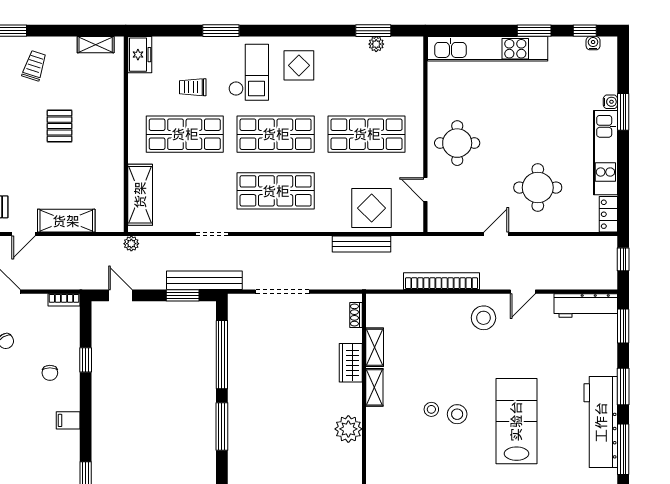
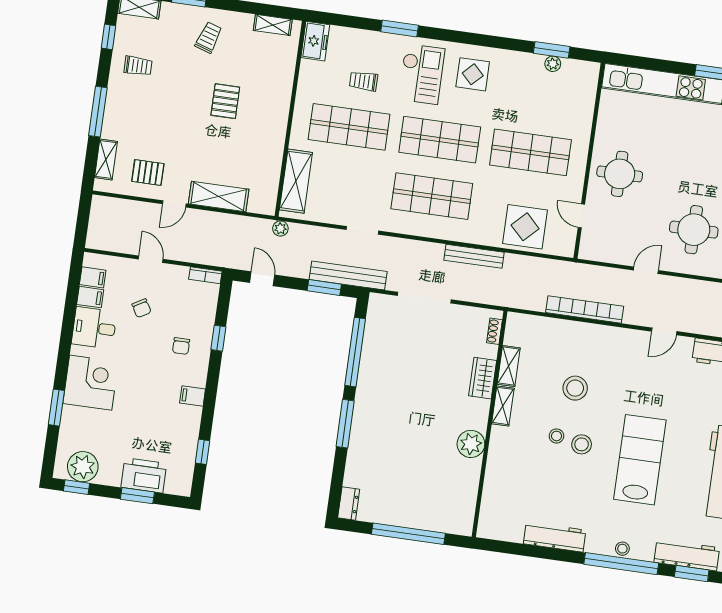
bench: (362, 244) -> (474, 256), moved
stool: (483, 318) -> (575, 388), moved

